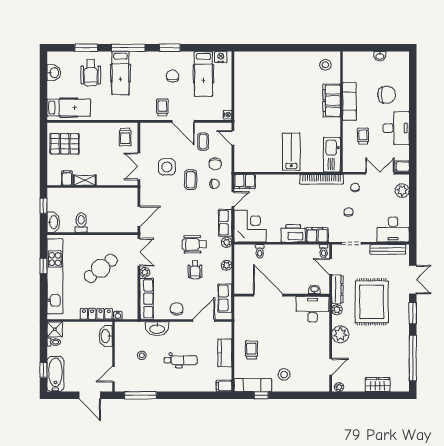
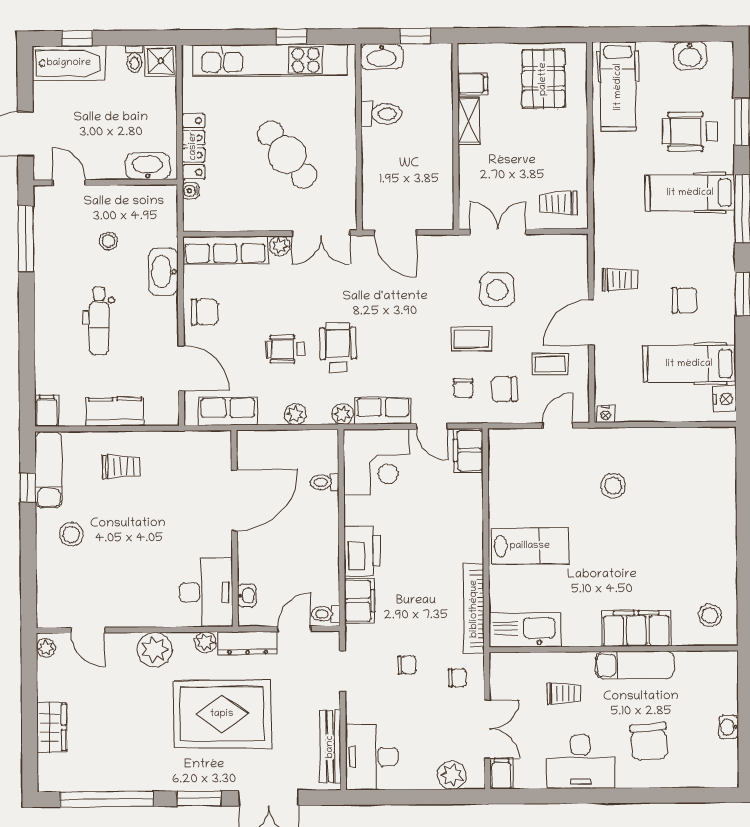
stool: (262, 111) -> (613, 486), added

